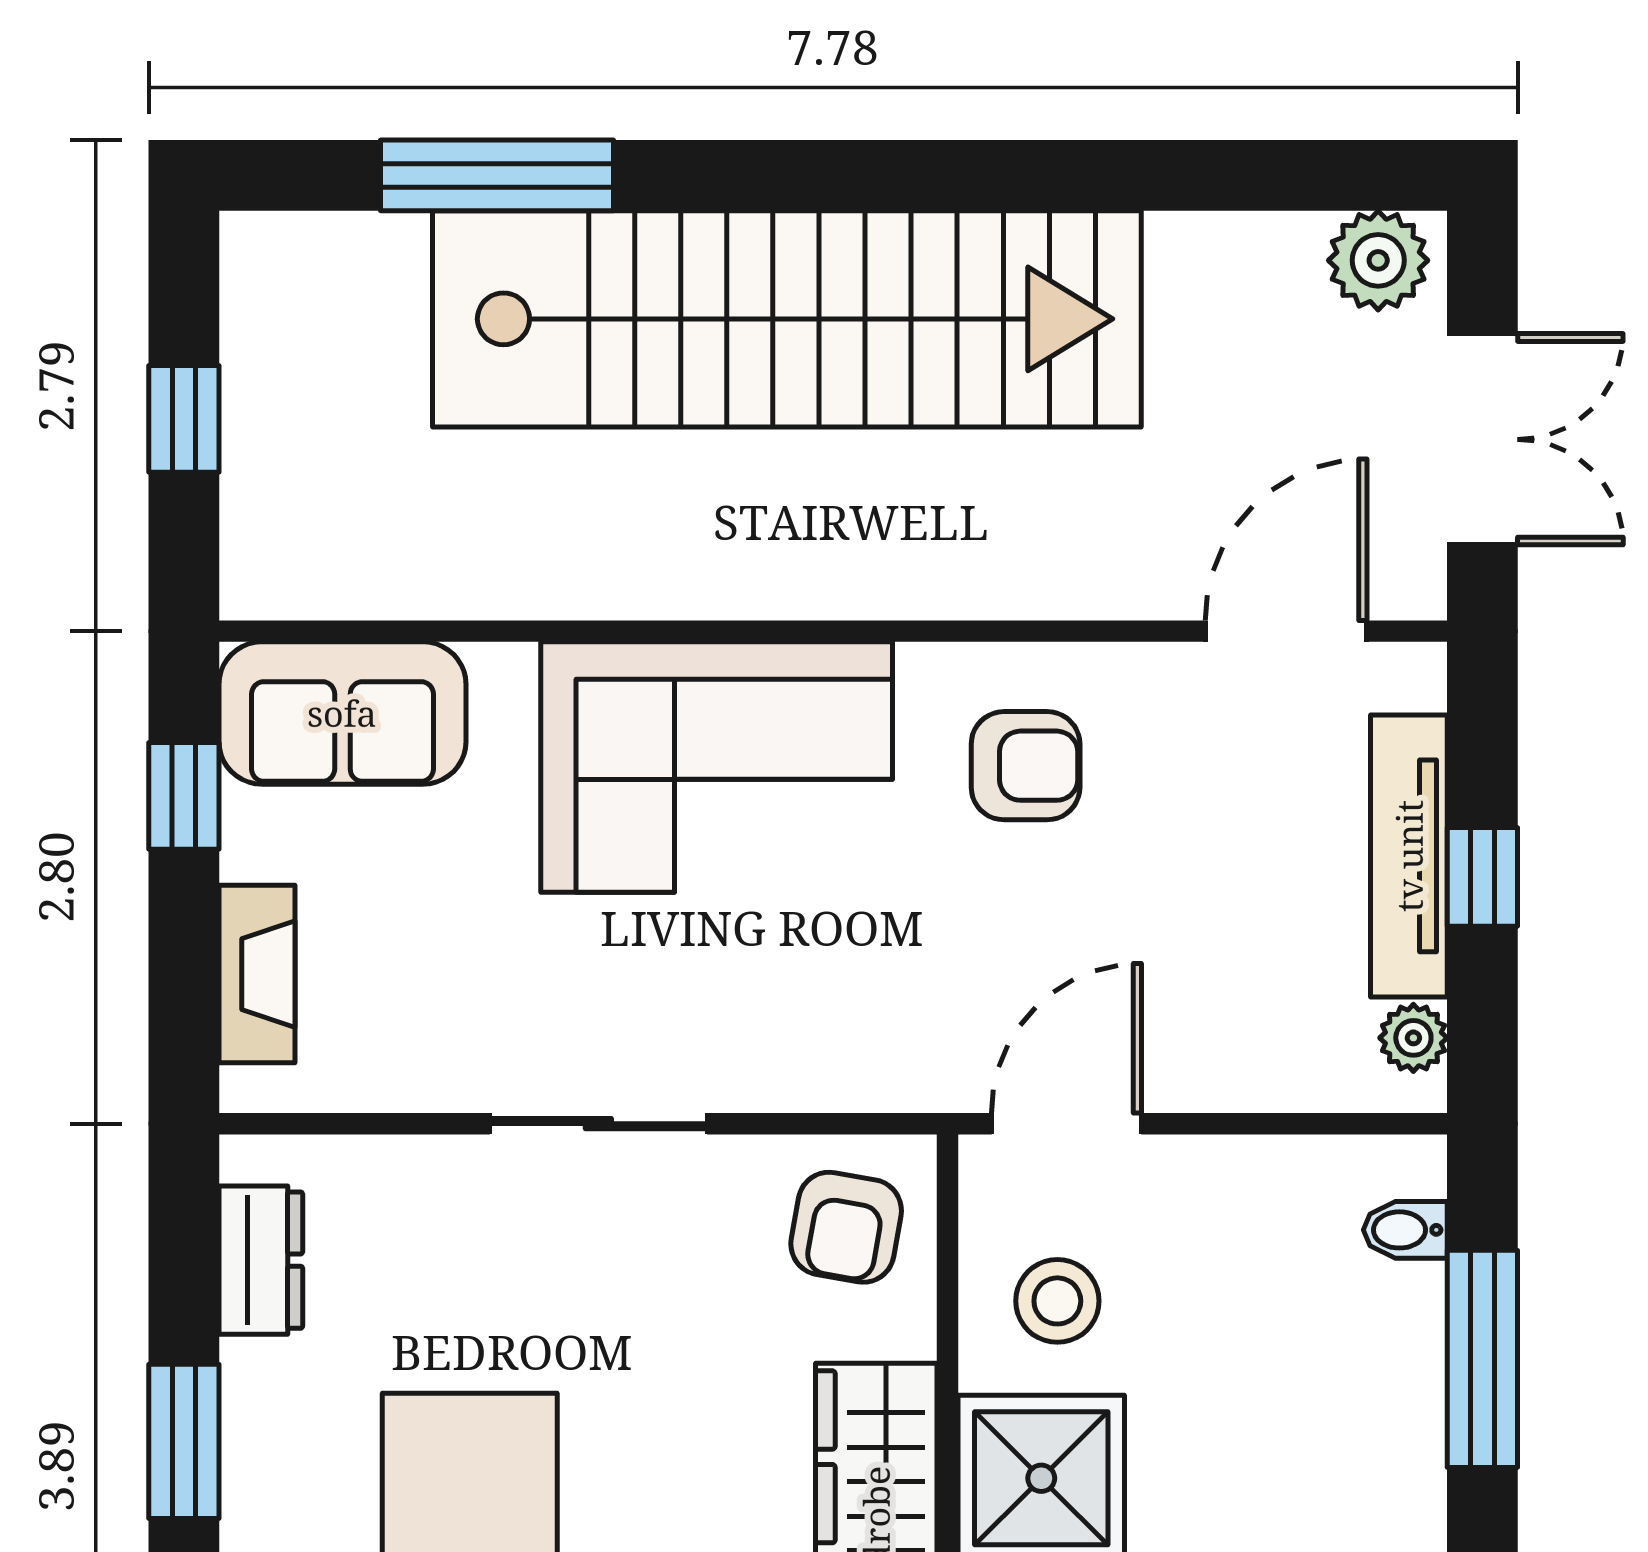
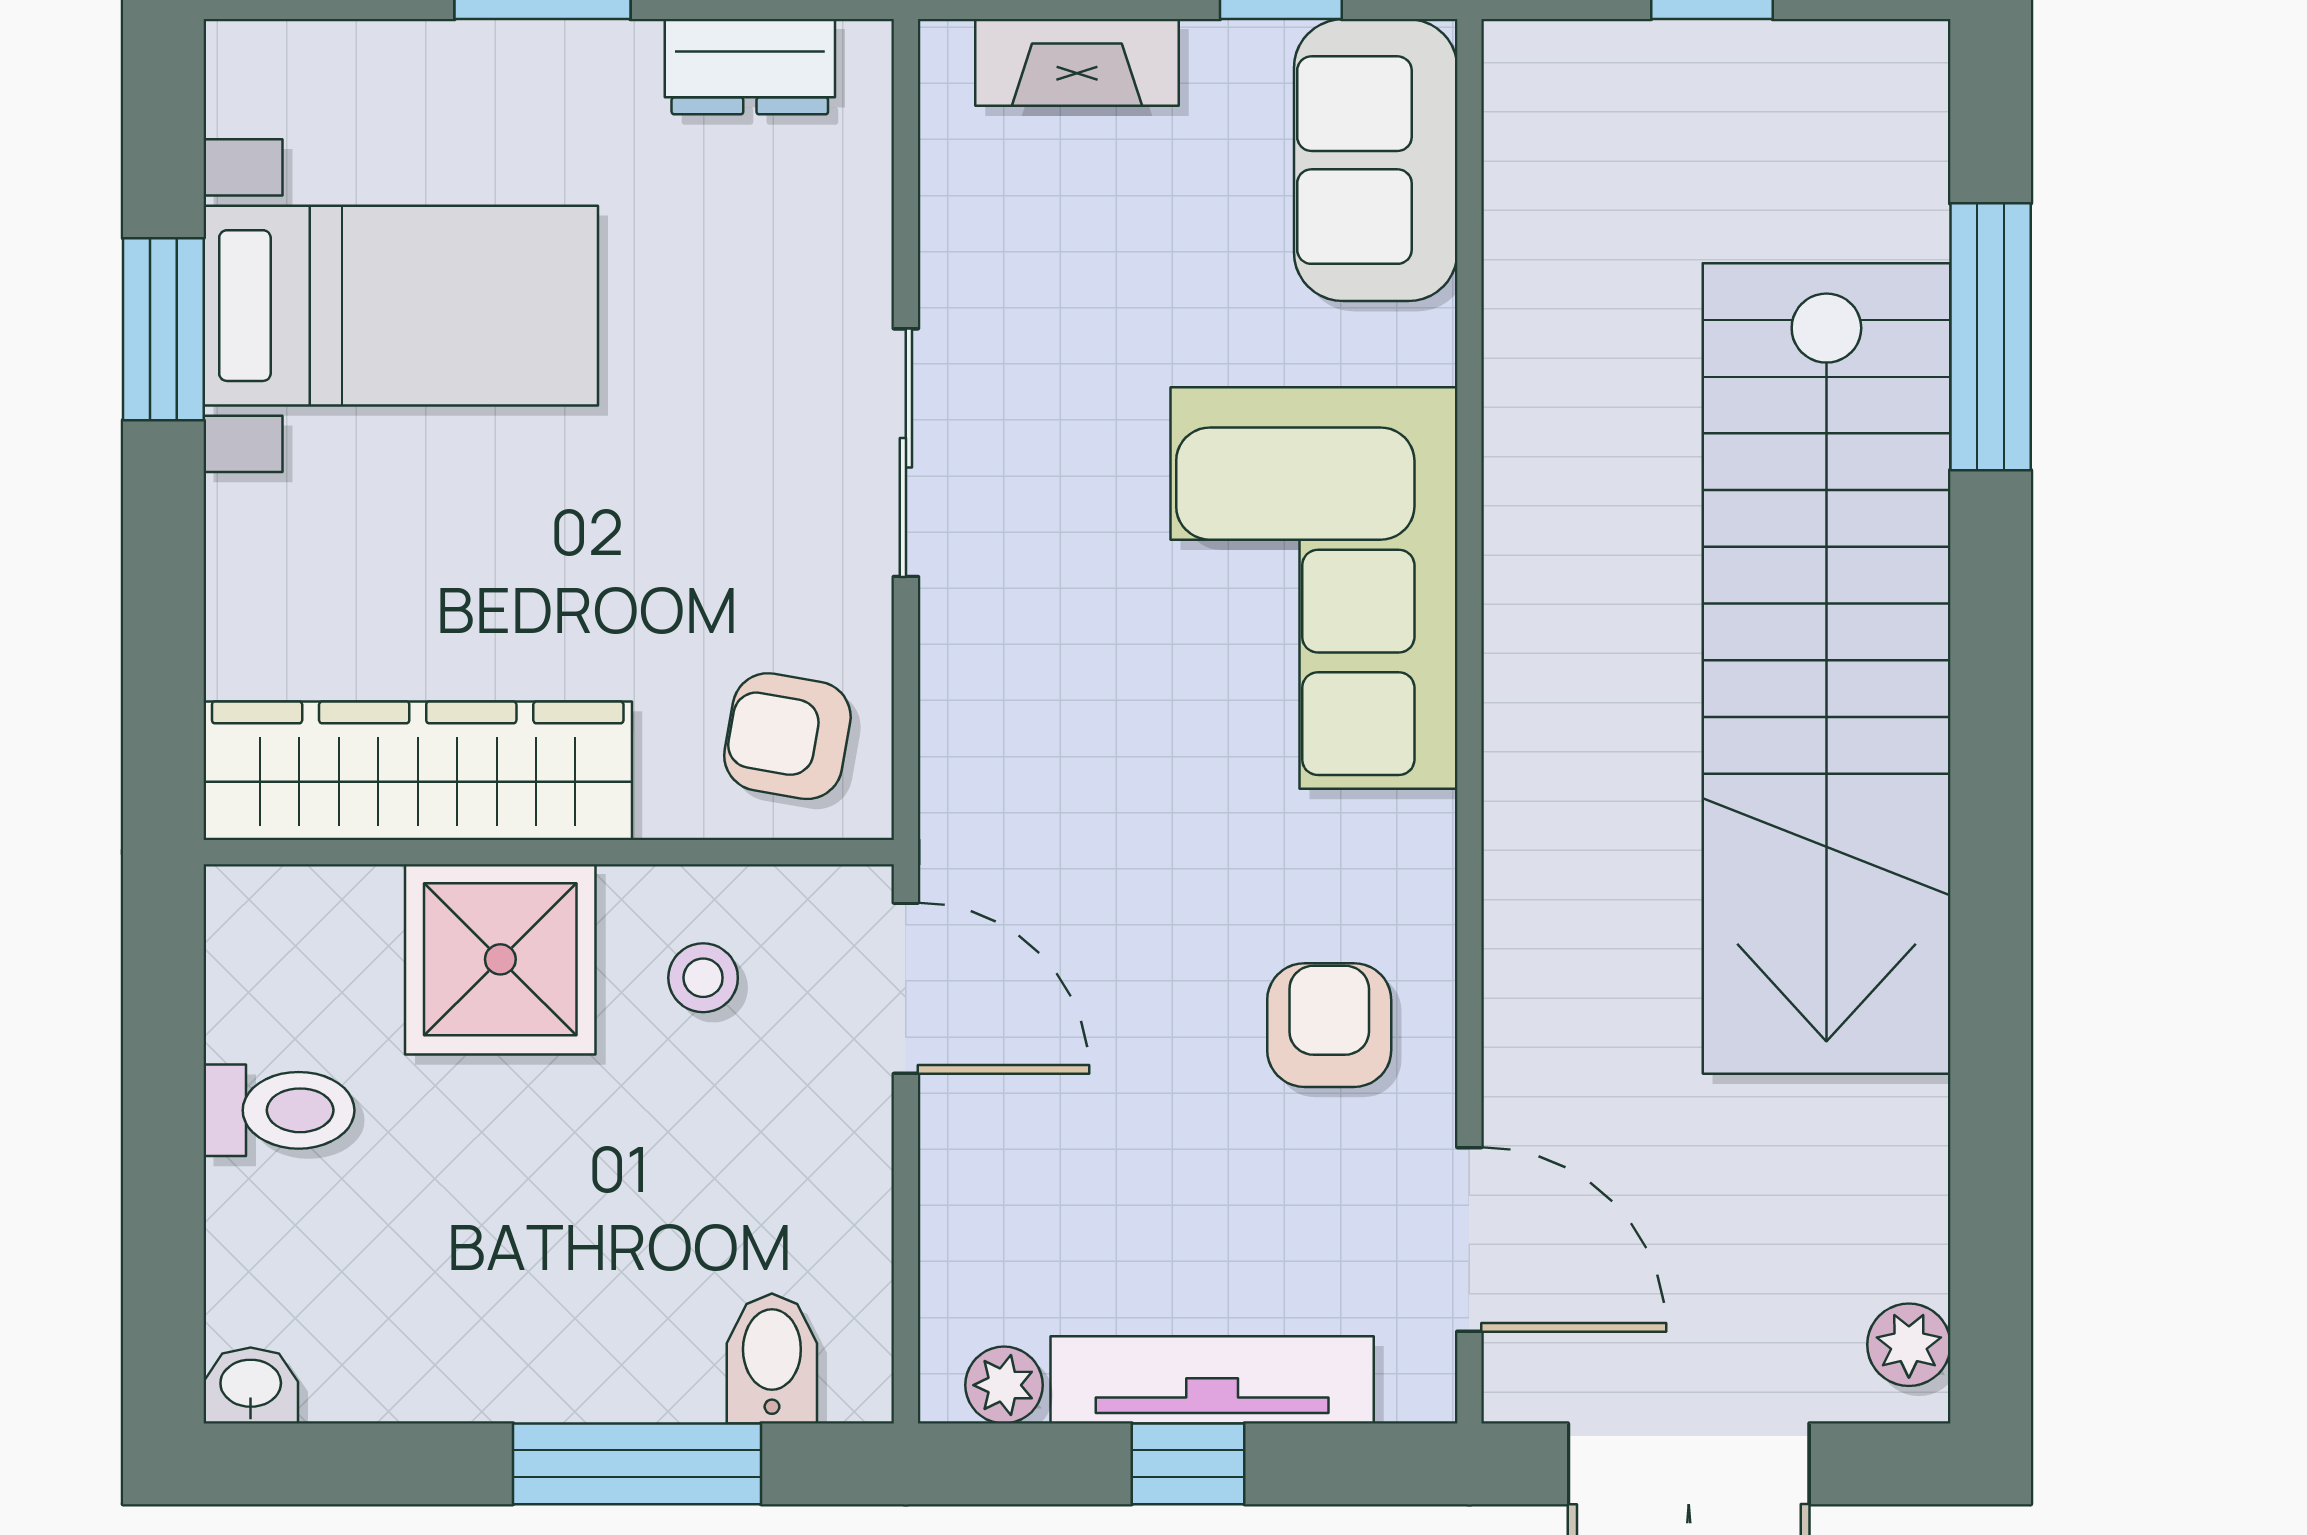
plant: (1378, 260) -> (1909, 1345), width x0.73, depth x0.73
armchair: (1026, 766) -> (1329, 1025), moved, turned 180
bidet: (1405, 1230) -> (772, 1359), width x1.38, depth x1.36
stool: (1057, 1301) -> (703, 978), width x0.73, depth x0.73

